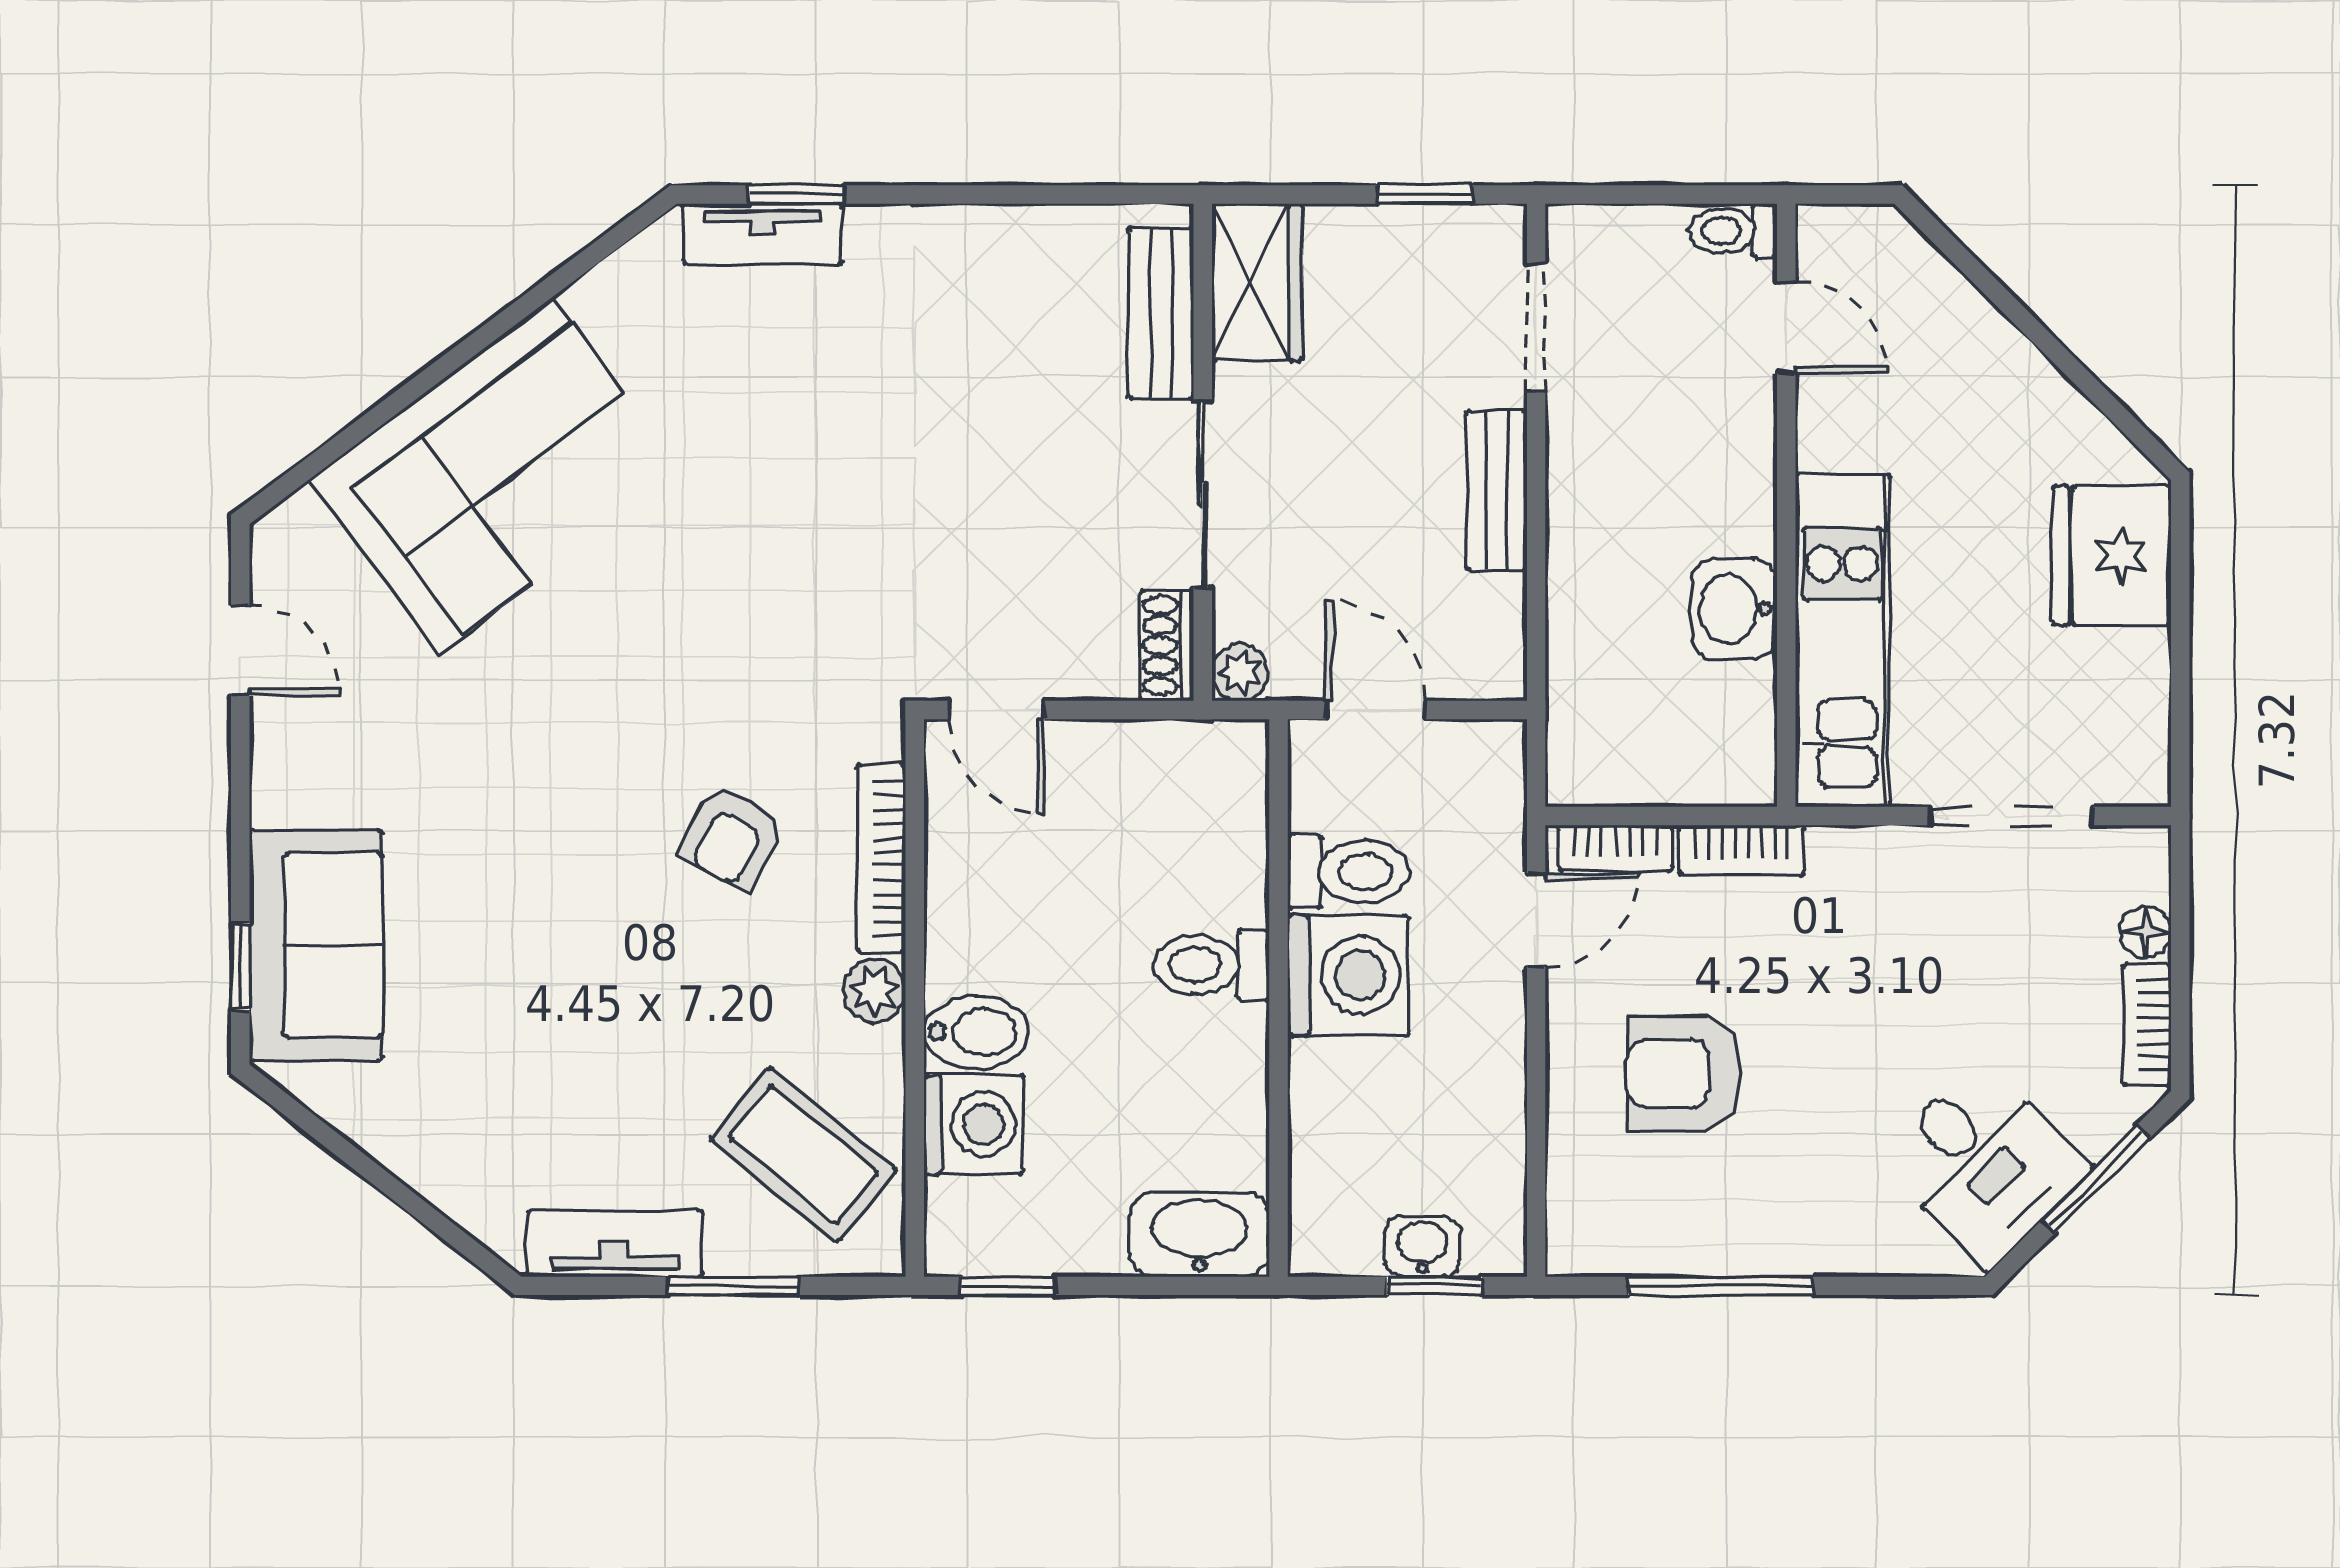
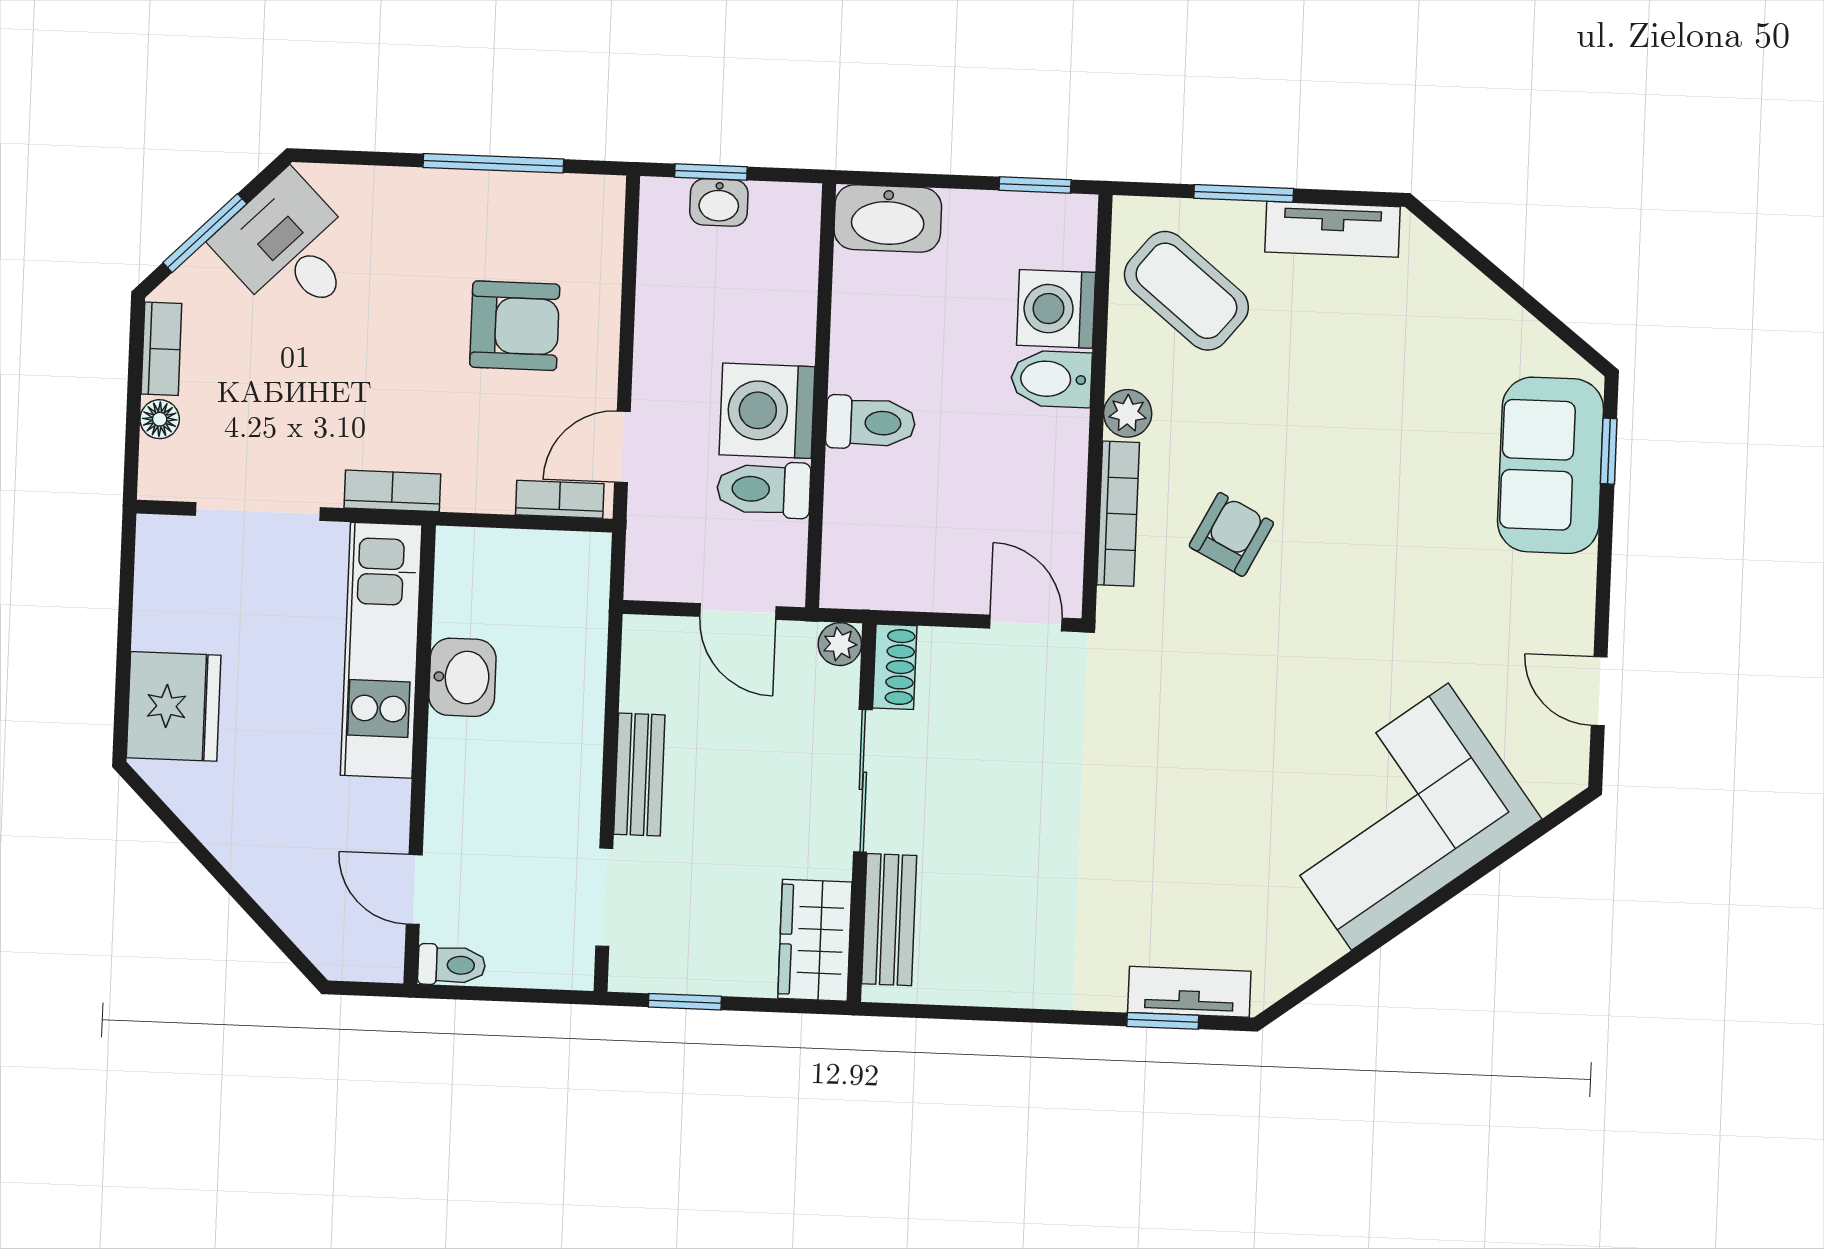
bookcase: (1742, 850) -> (392, 491), moved

